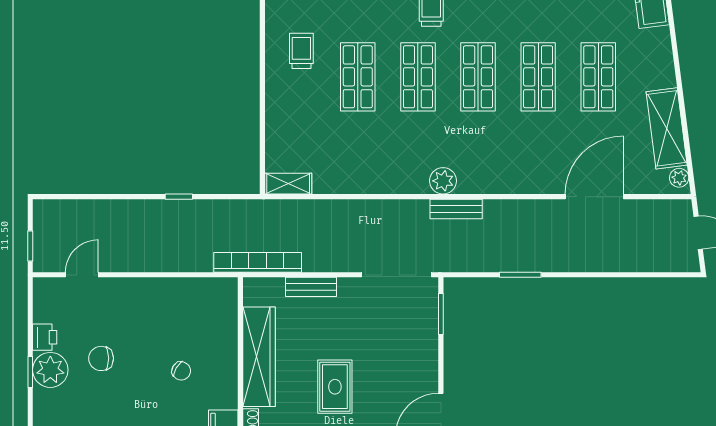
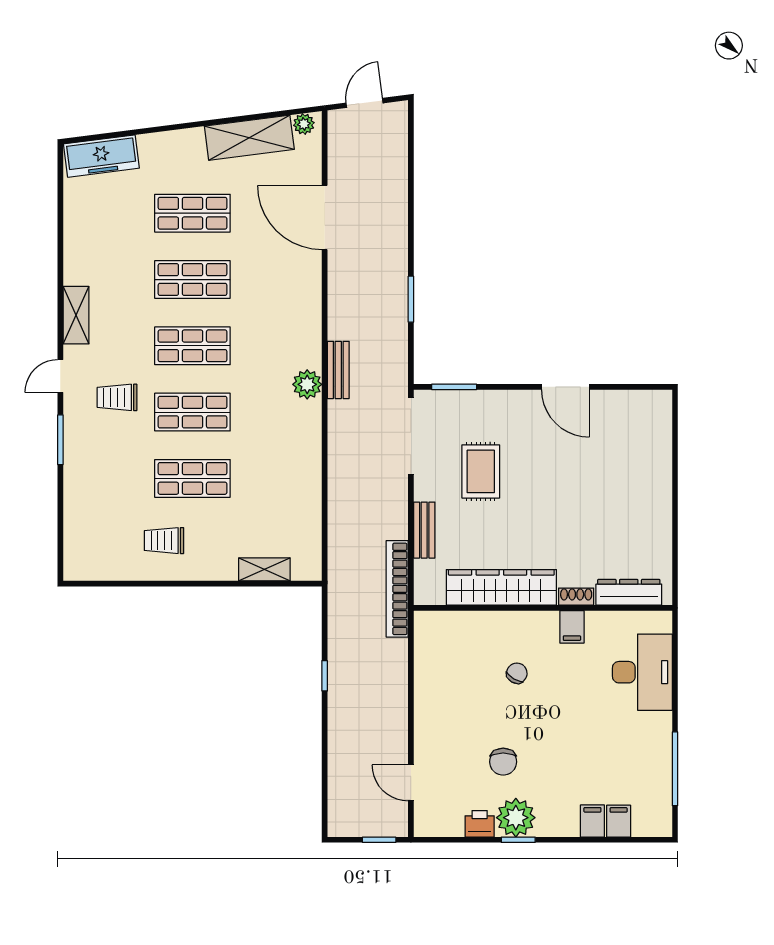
shelving: (288, 184) -> (264, 569), moved, turned 90
rug: (335, 387) -> (481, 471), moved, turned 90

